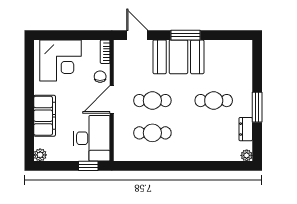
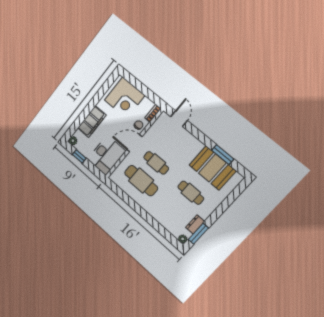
window: (185, 35) -> (223, 155), moved
booth: (178, 57) -> (212, 168), moved
window: (257, 107) -> (198, 234), moved
cafe table: (152, 133) -> (141, 181), width x1.37, depth x1.35
window: (88, 166) -> (79, 156), moved

